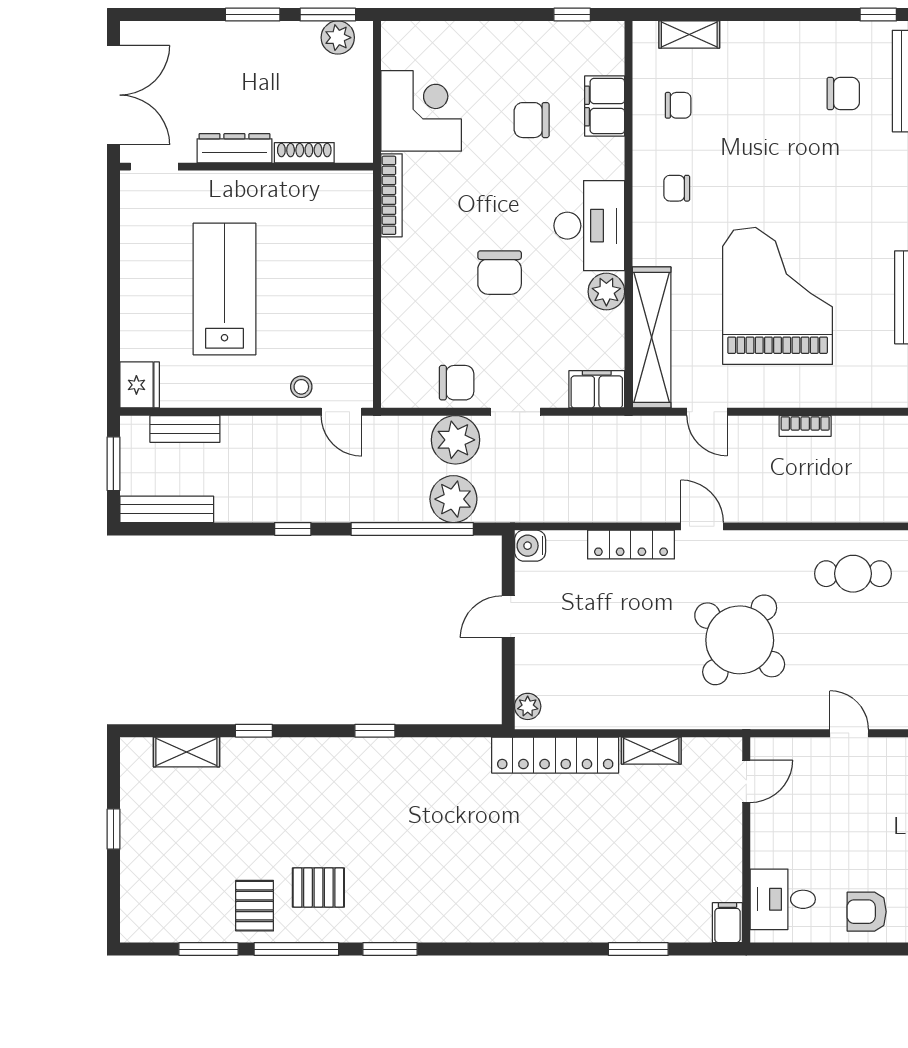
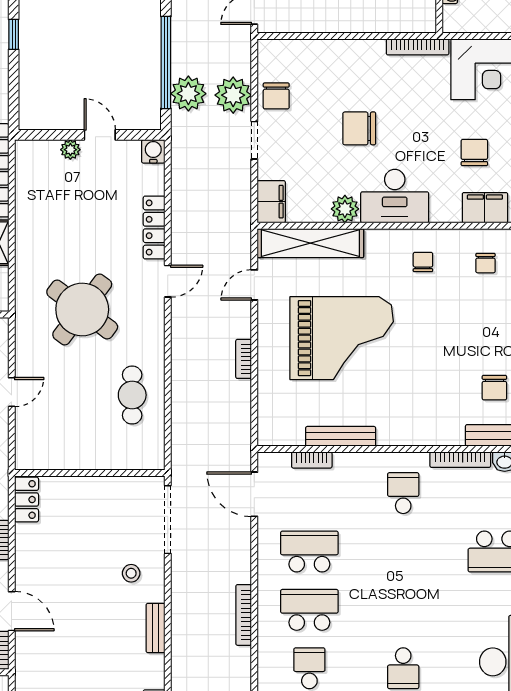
plant: (528, 706) -> (70, 150), moved

